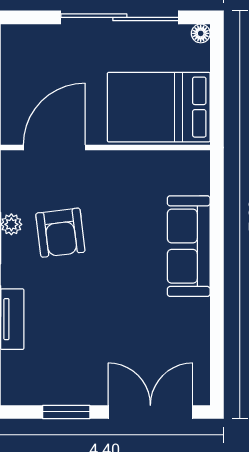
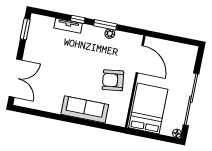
armchair: (60, 233) -> (113, 80), moved
window: (66, 412) -> (25, 29), moved

